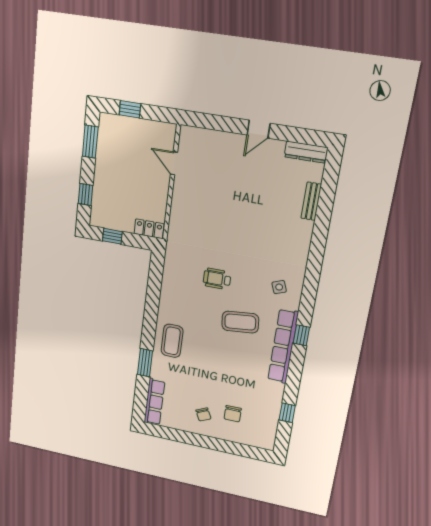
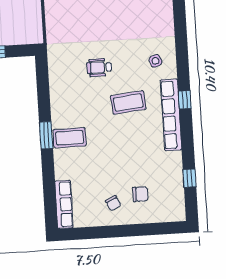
locker: (149, 229) -> (29, 37), removed
coffee table: (172, 341) -> (70, 138), turned 90
window: (145, 363) -> (46, 135), moved
chair: (233, 414) -> (140, 194), turned -90

